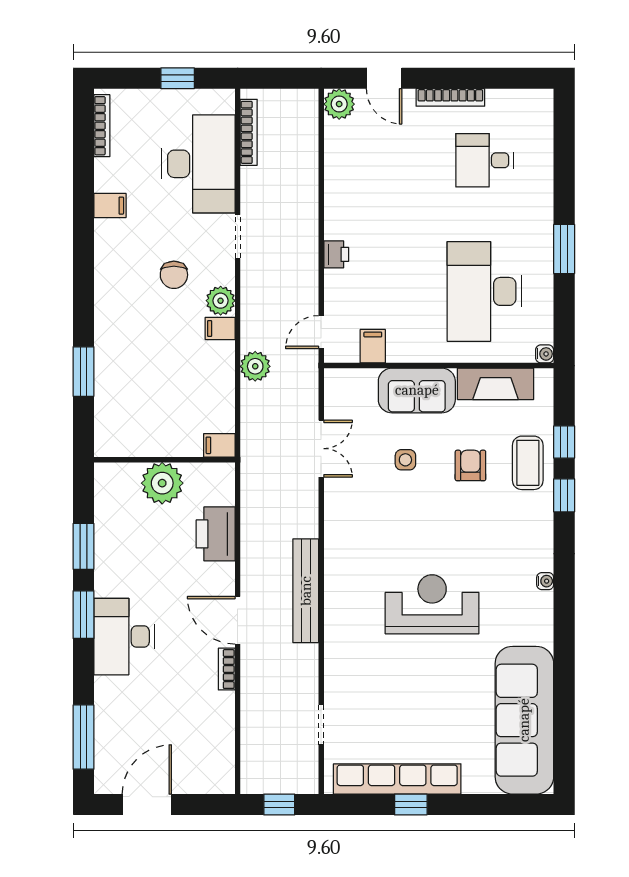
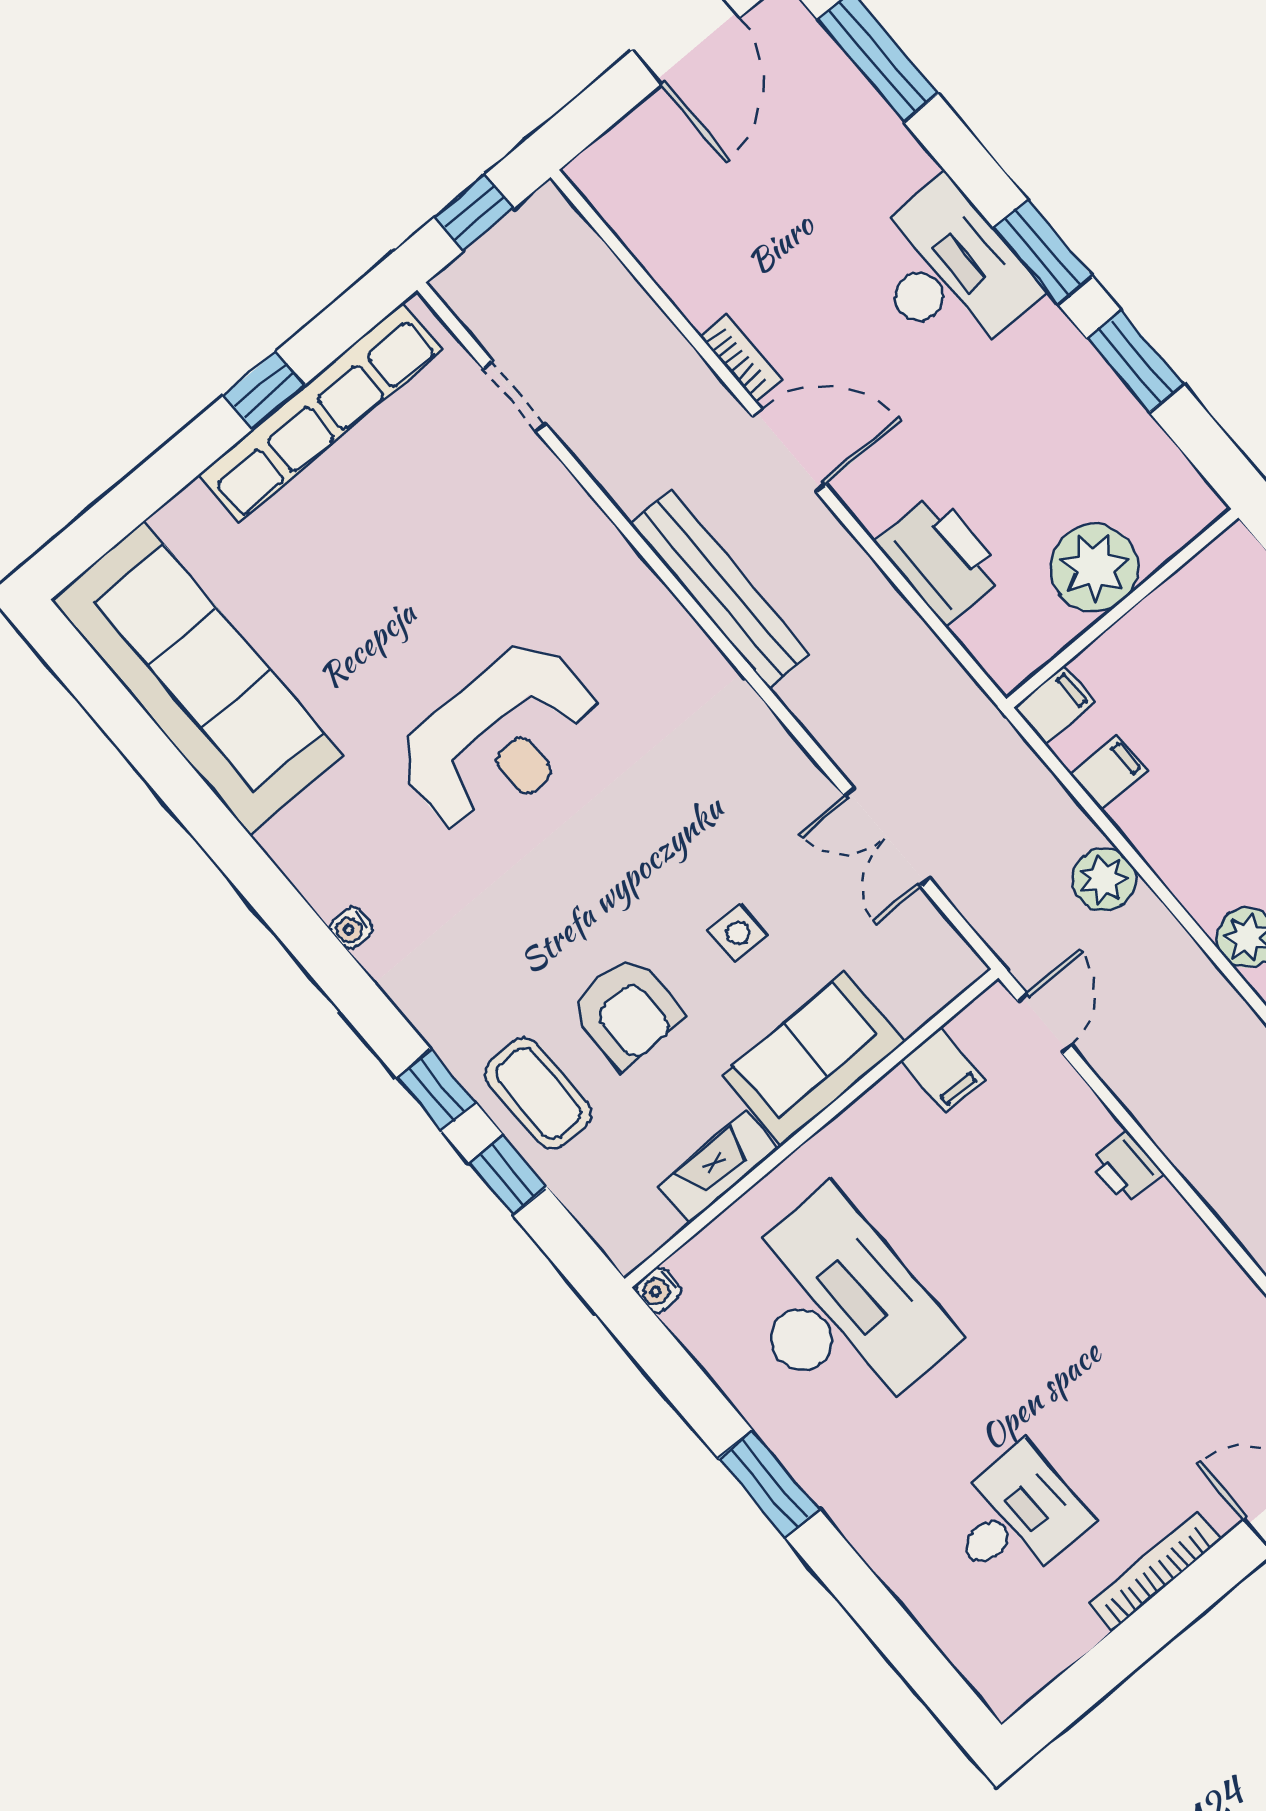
filing cabinet: (220, 328) -> (1109, 772), moved
fireplace: (496, 384) -> (718, 1168), width x0.73, depth x0.76
armchair: (470, 465) -> (626, 1012), width x1.38, depth x1.38

